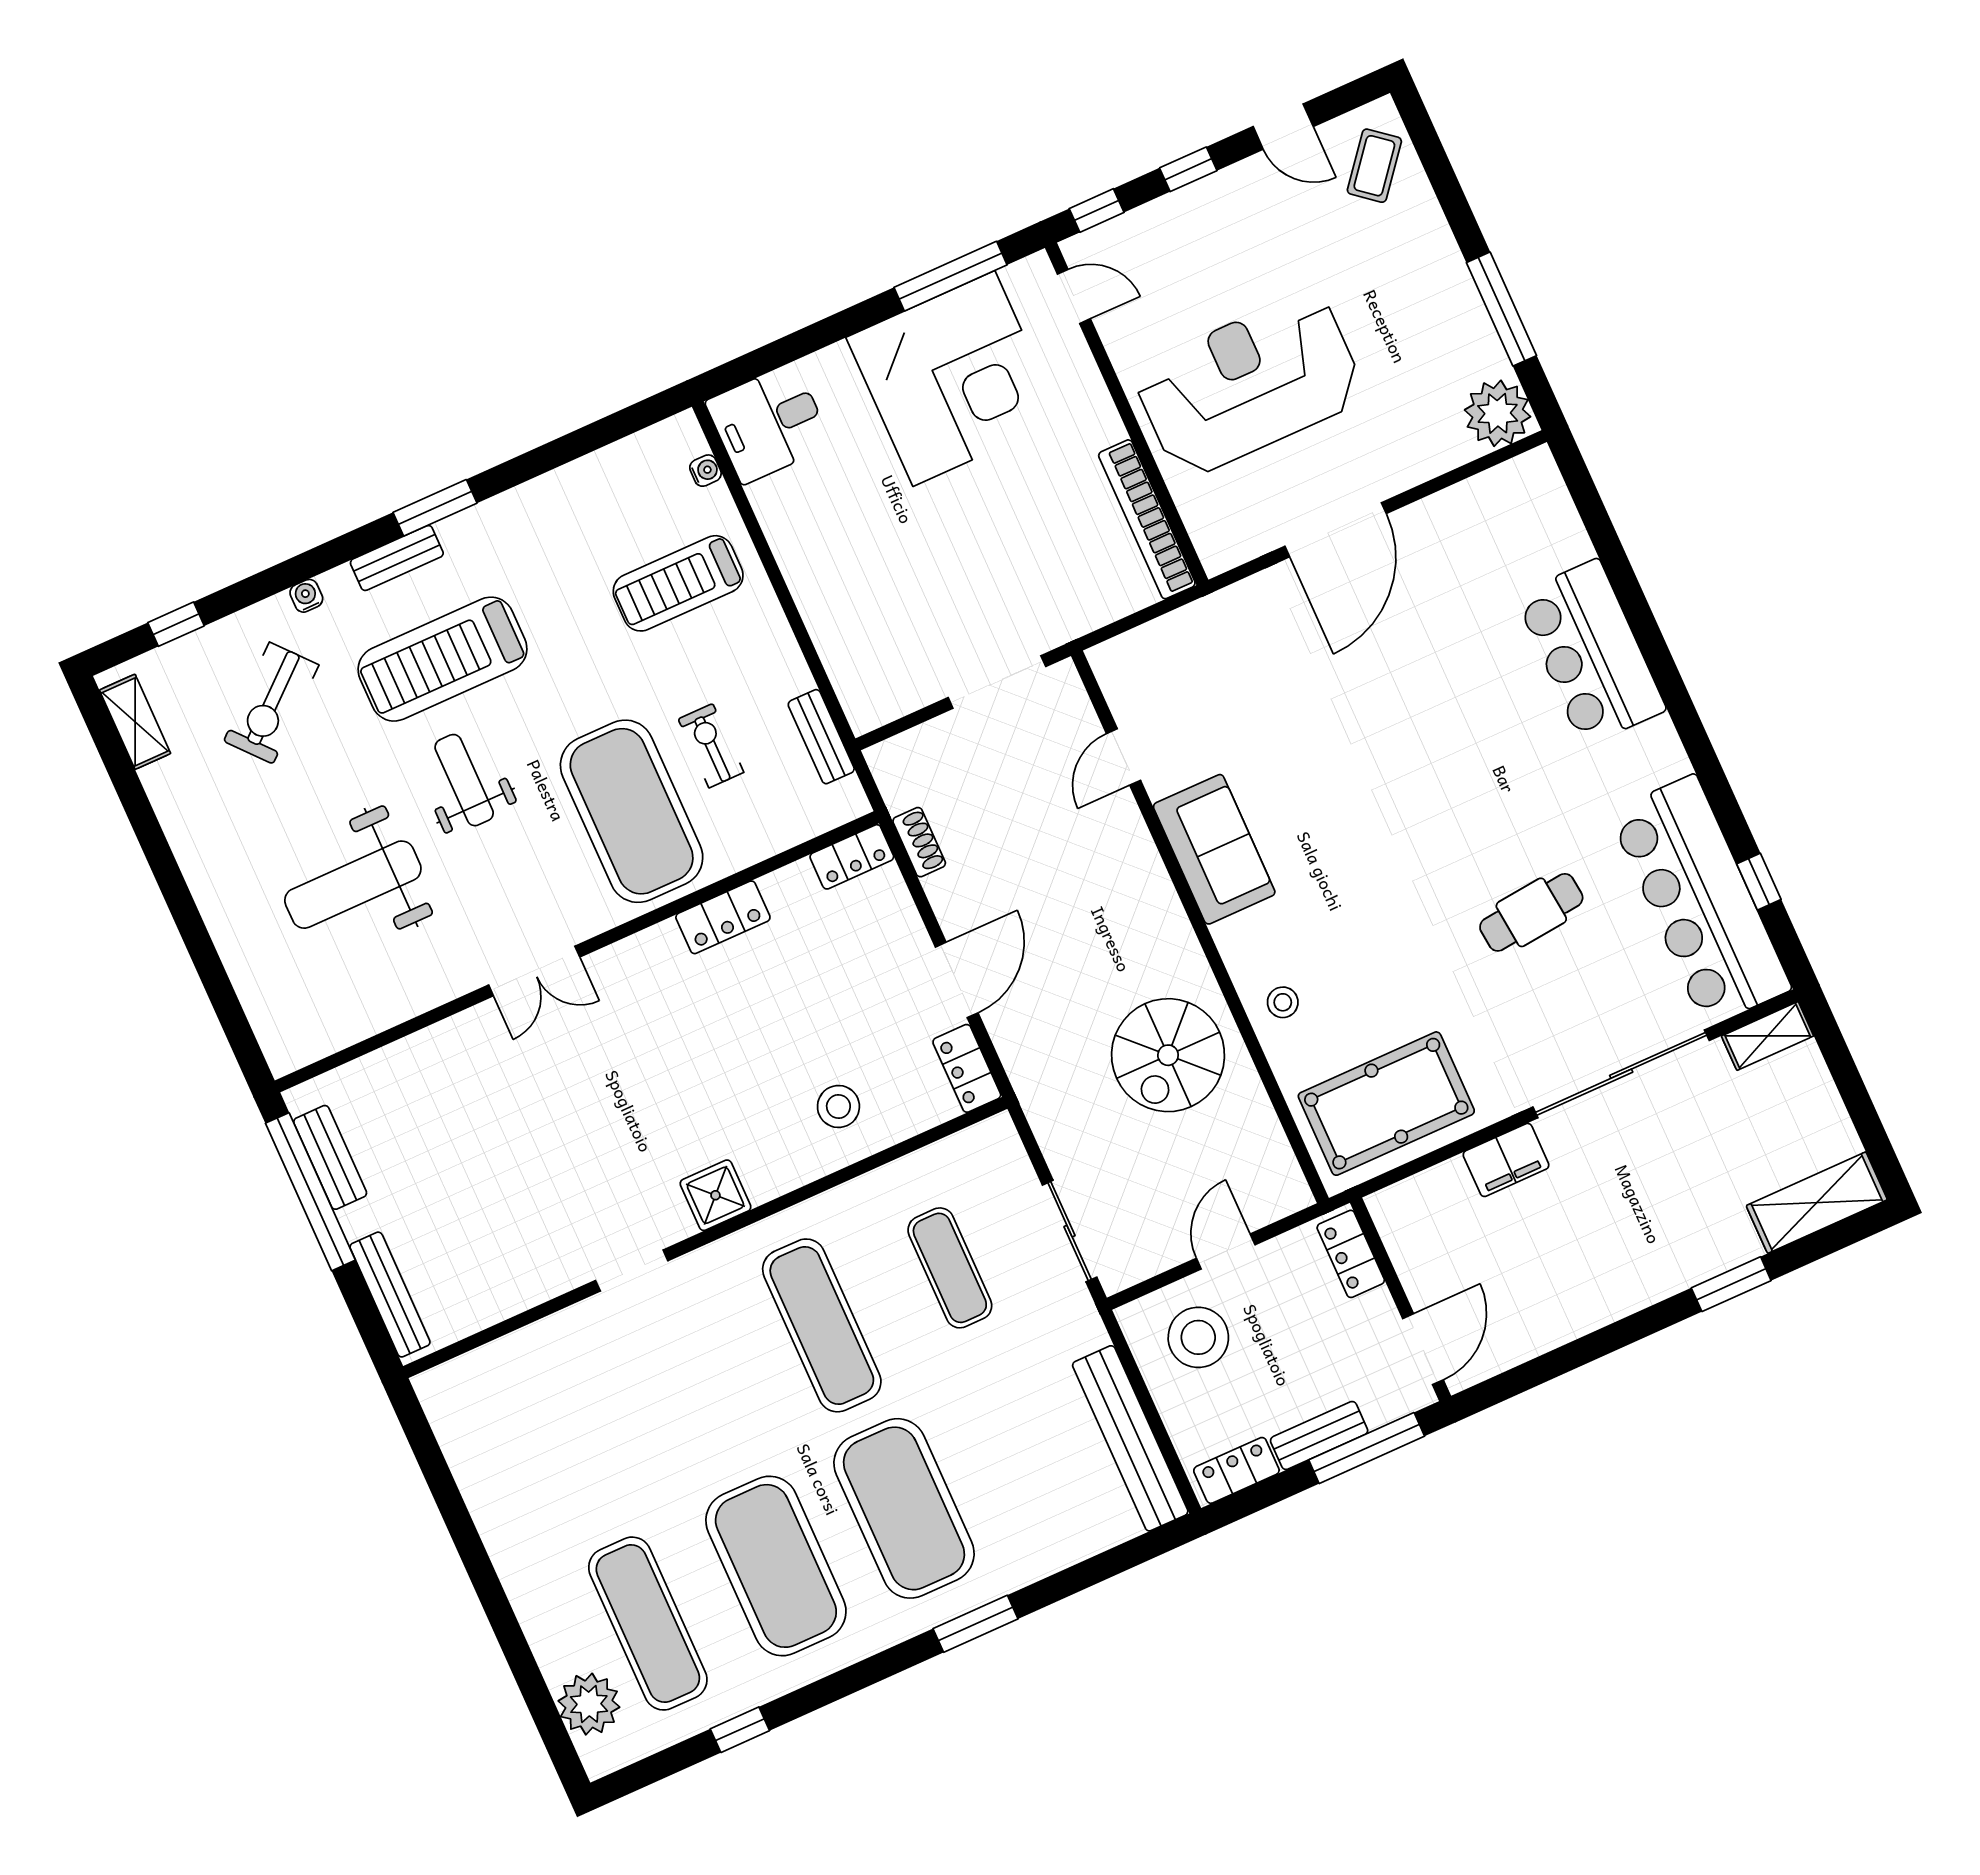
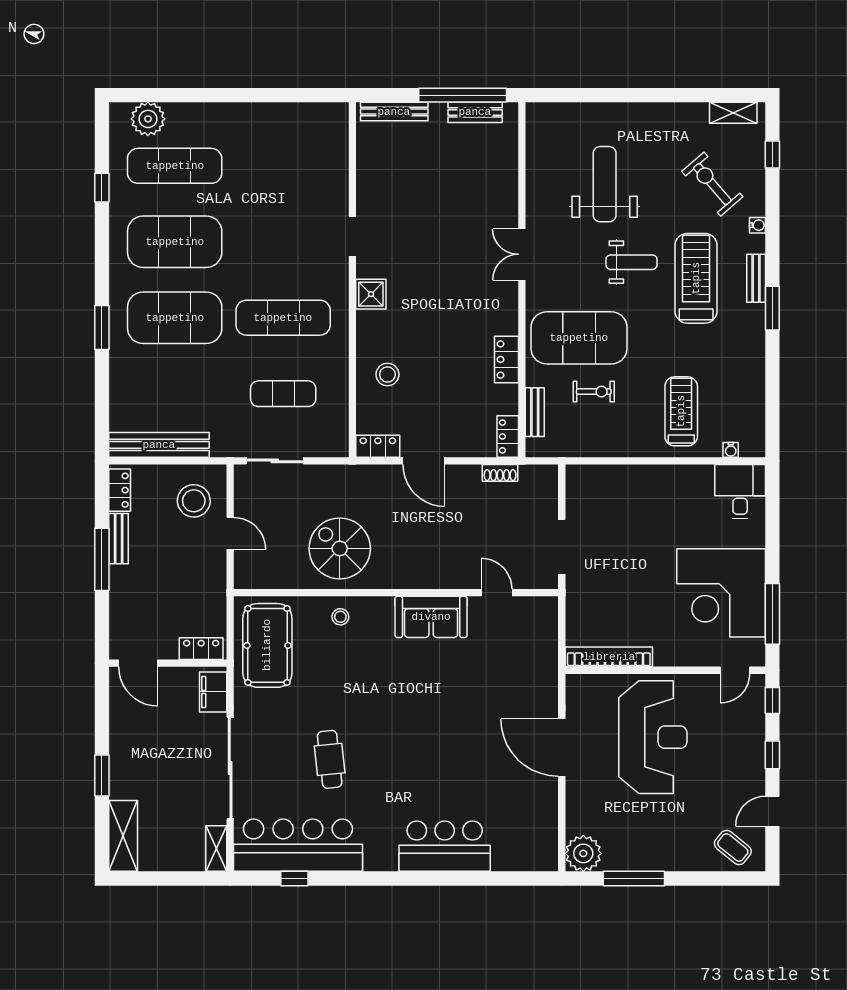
bench: (821, 737) -> (535, 412), moved, turned 90
locker: (1351, 1254) -> (201, 649), moved
wall: (1401, 1299) -> (168, 663), moved
door: (1423, 1349) -> (138, 663), moved

